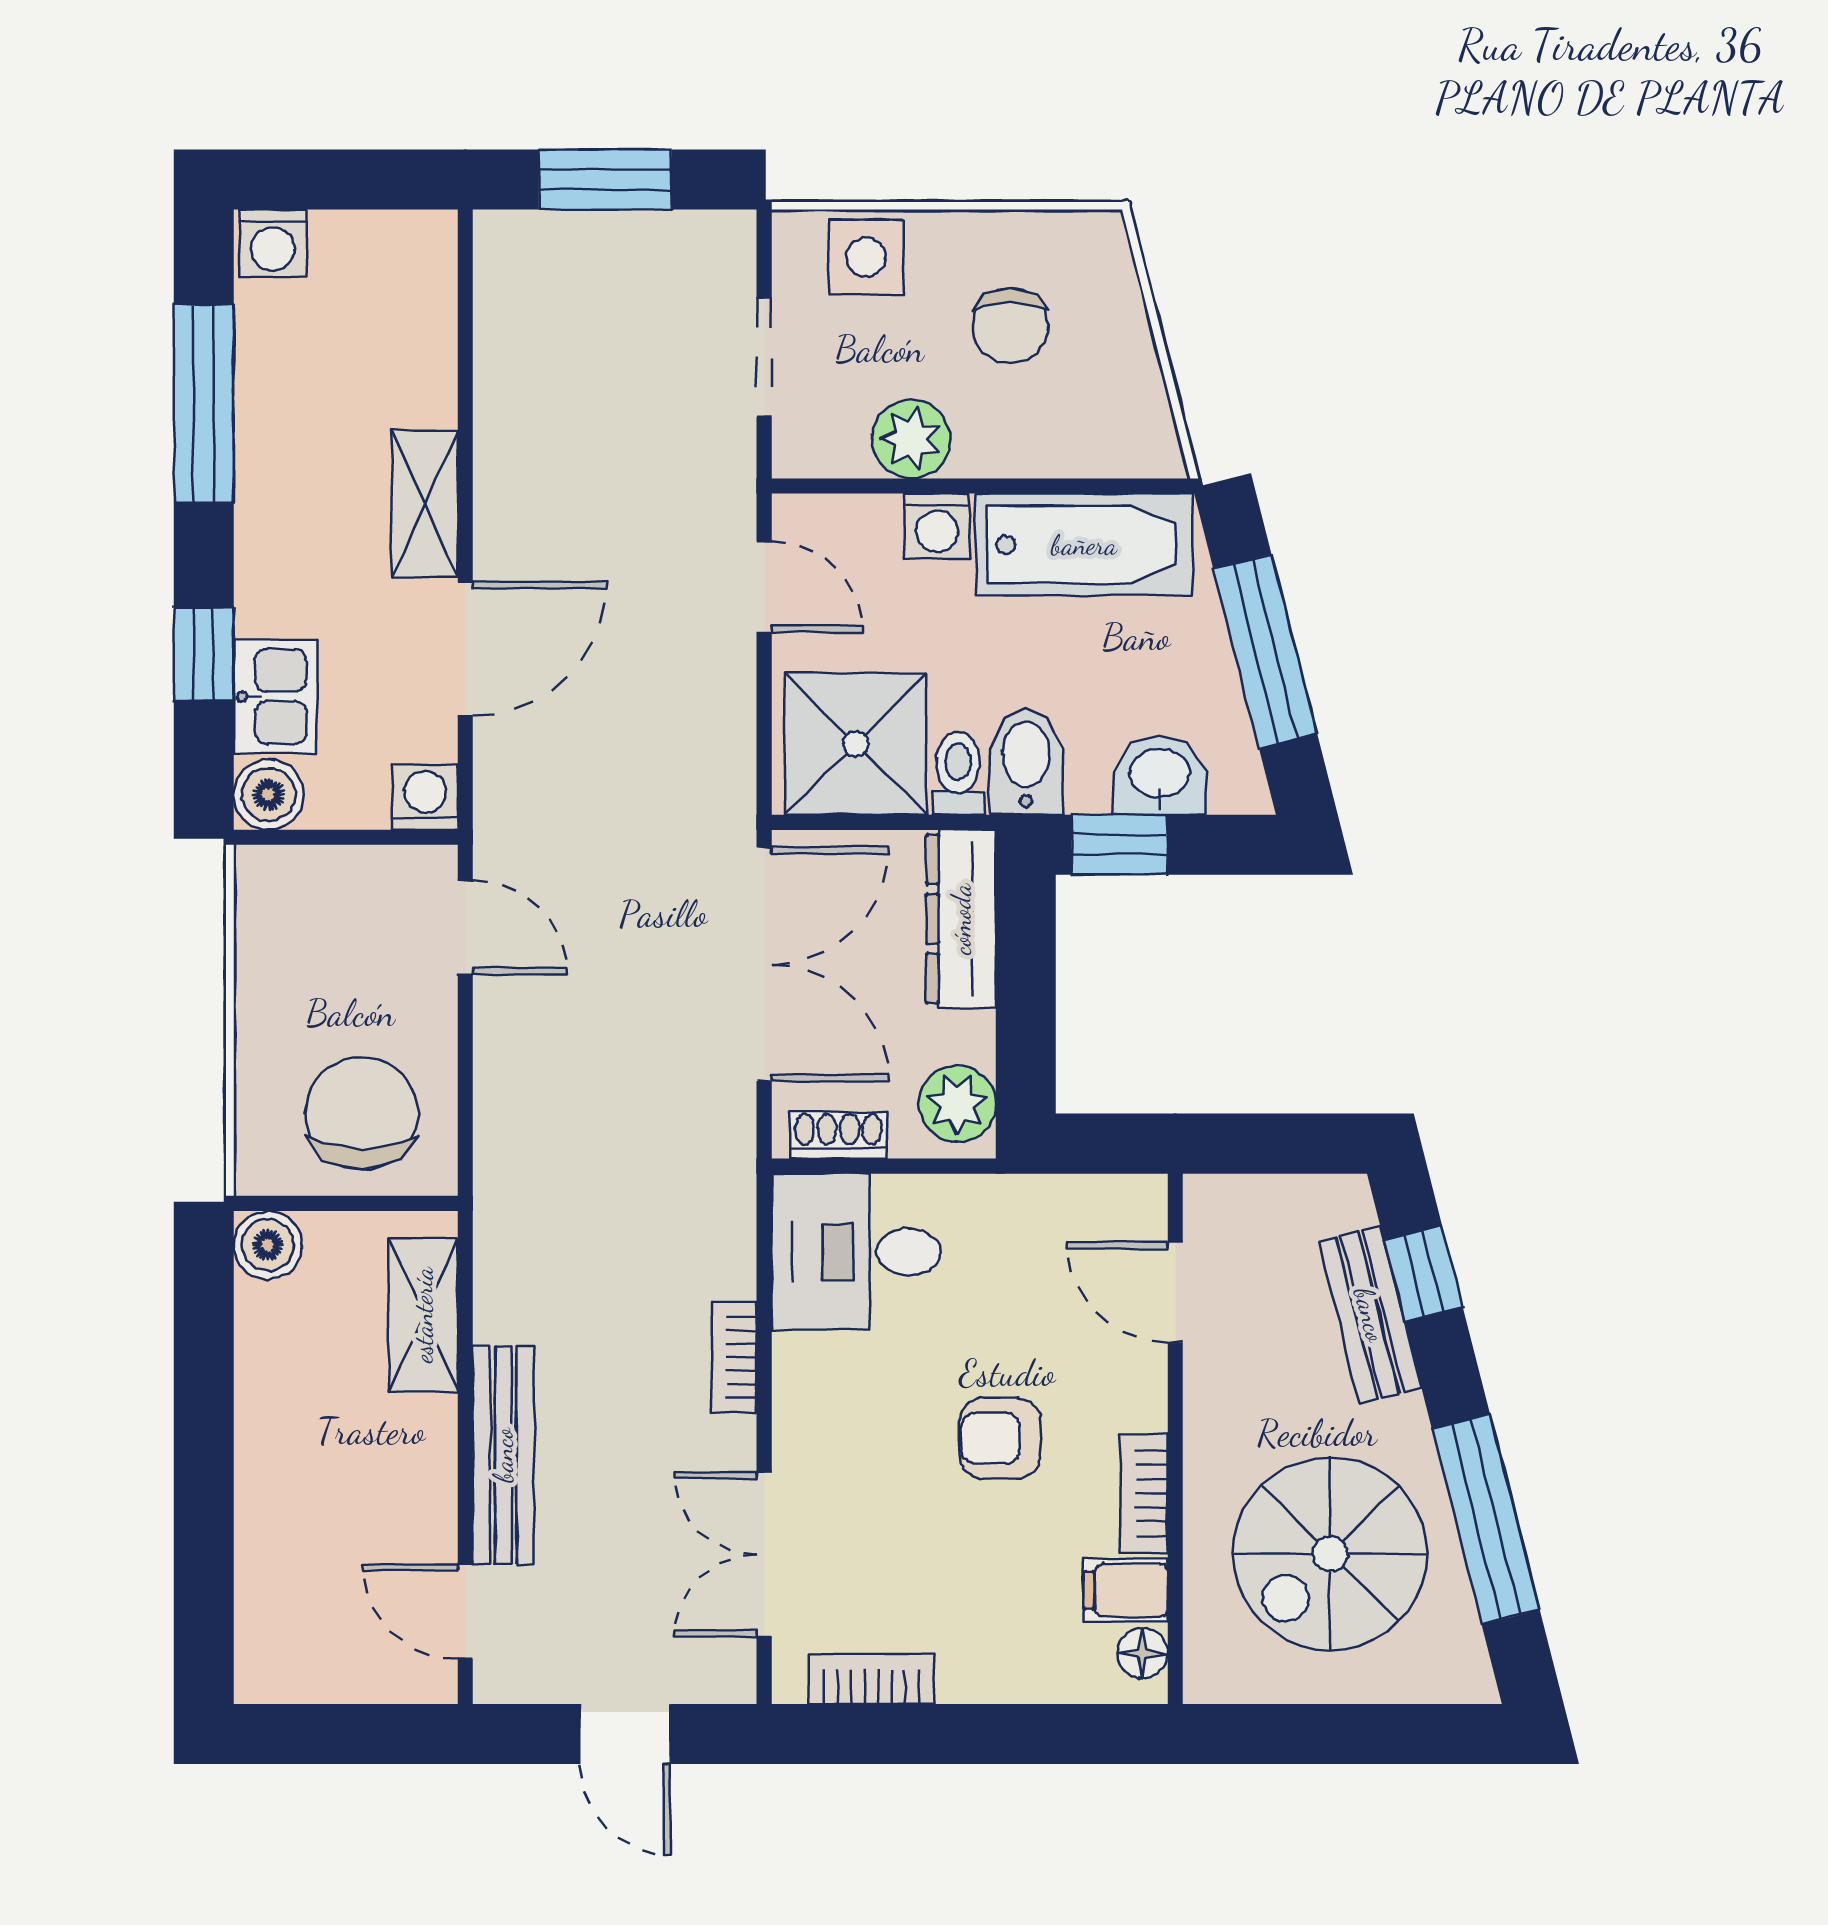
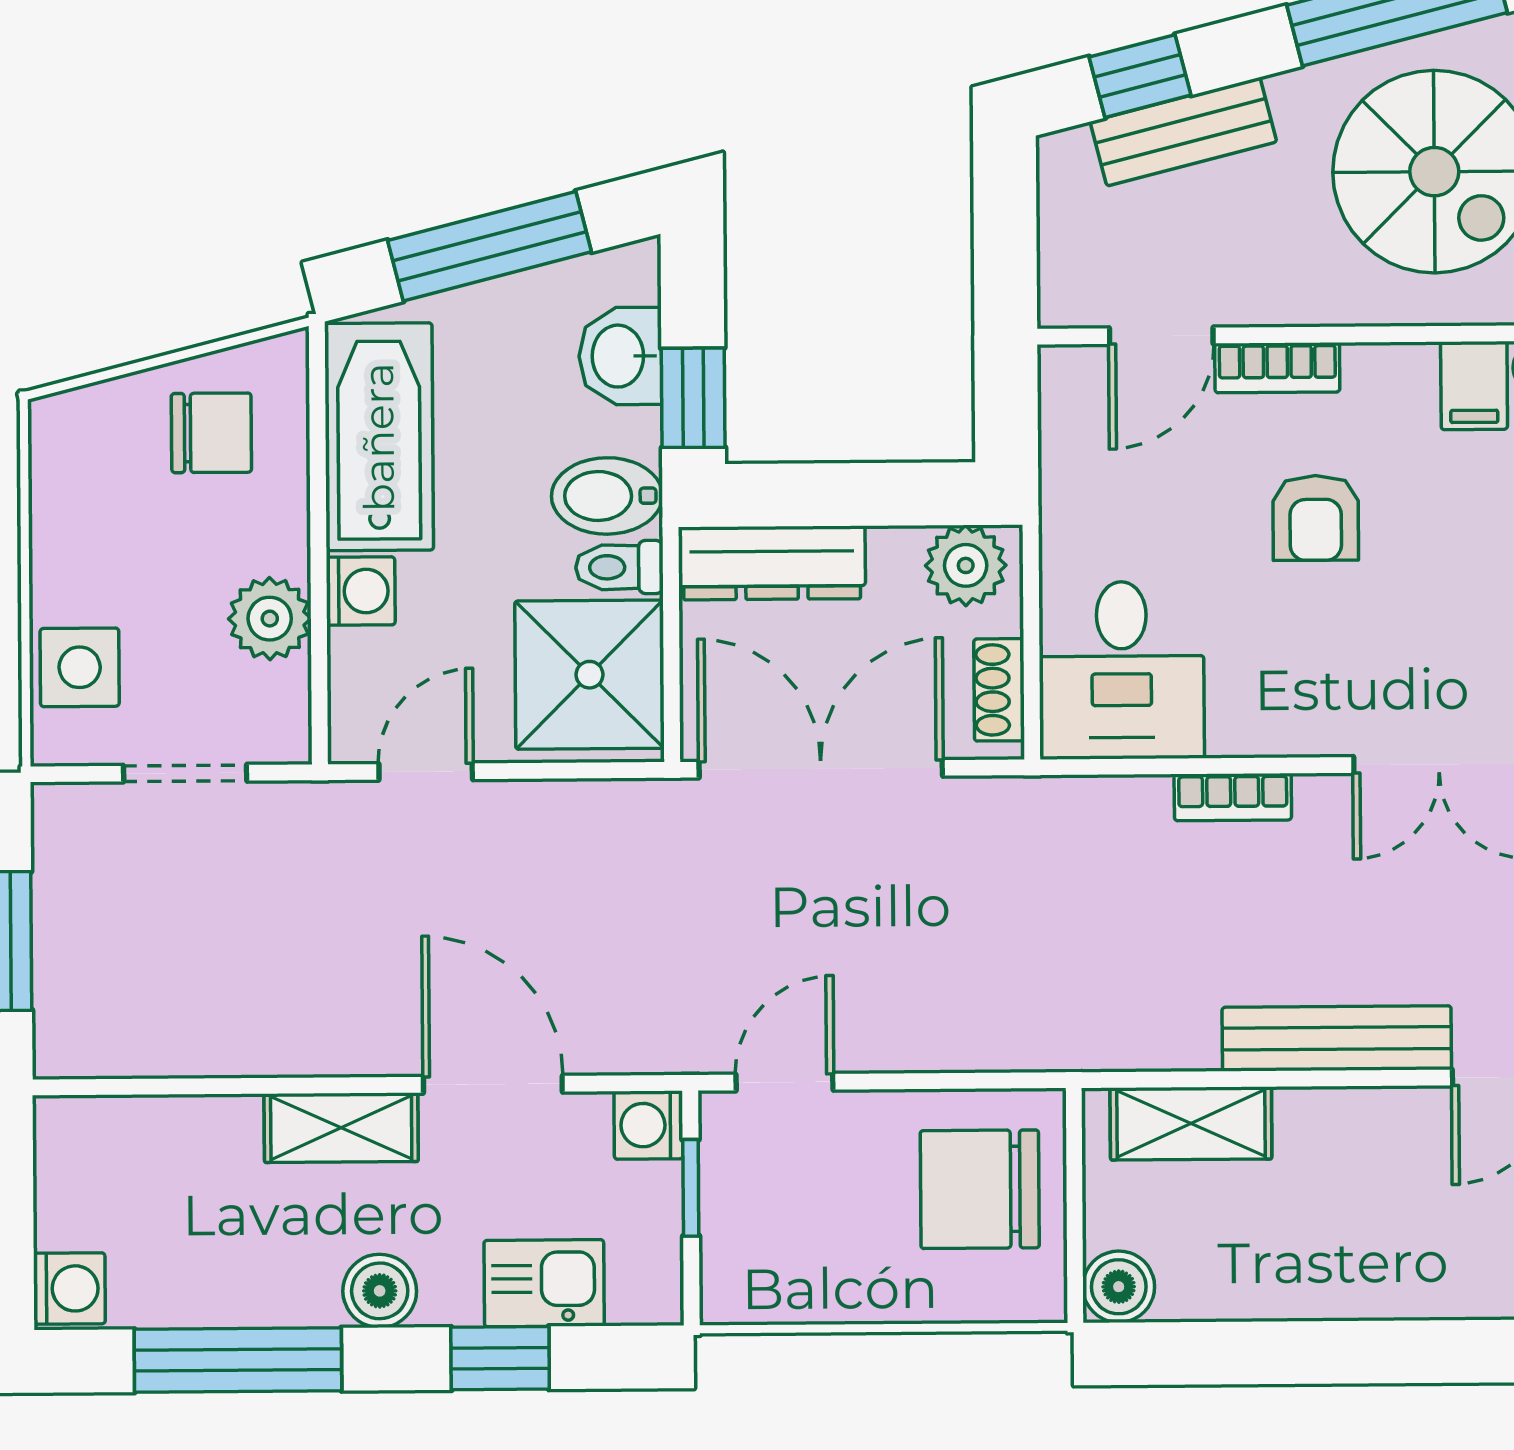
chair: (1010, 326) -> (211, 433), moved
boiler: (269, 795) -> (380, 1291), moved
window: (365, 837) -> (691, 1188), added
bookcase: (1144, 1493) -> (1277, 368), moved

